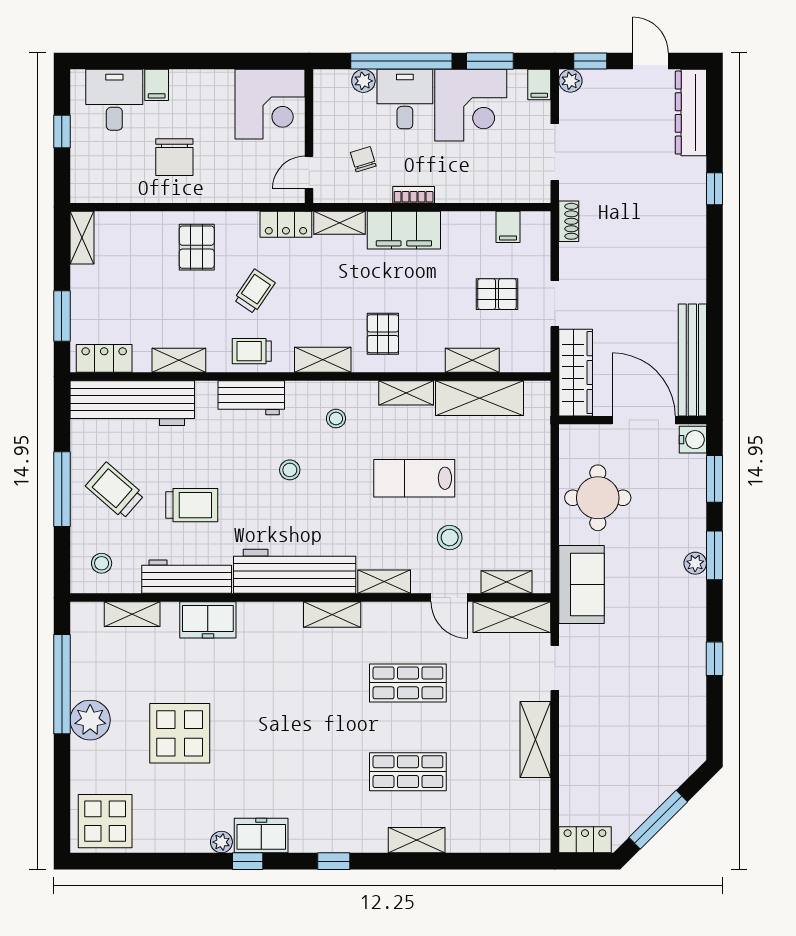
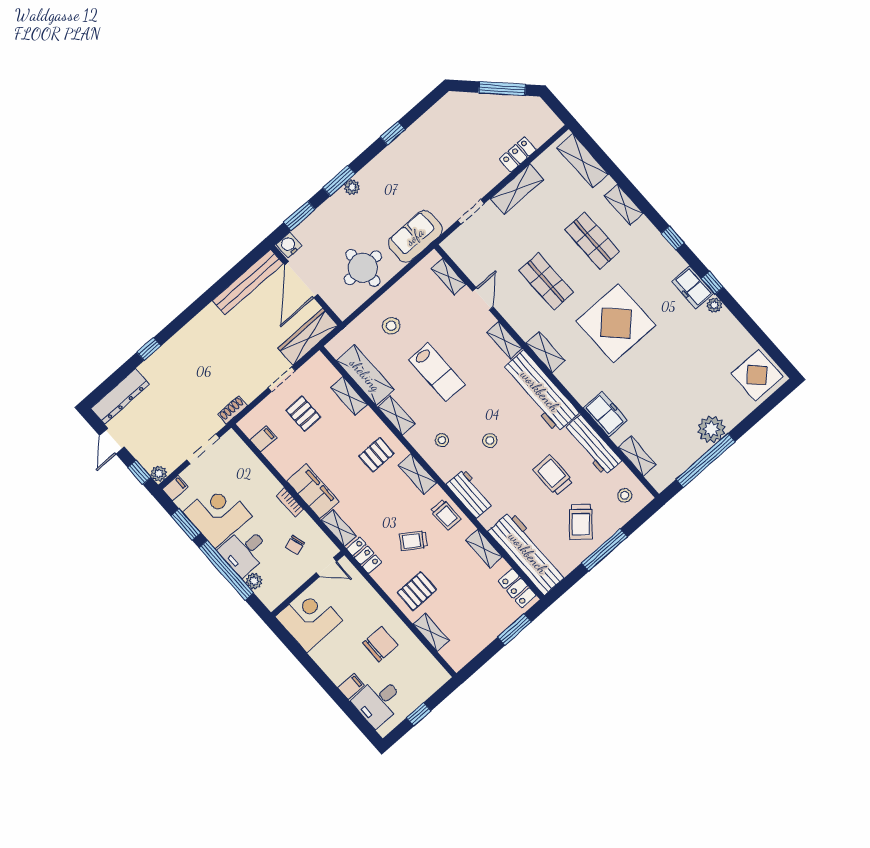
shelving: (82, 238) -> (431, 632), moved, turned 90
stool: (450, 538) -> (391, 326), moved
shelving: (512, 617) -> (583, 161), moved
display table: (180, 733) -> (616, 323), moved, width x1.36, depth x1.36
locker: (585, 840) -> (518, 154), moved, turned 90

